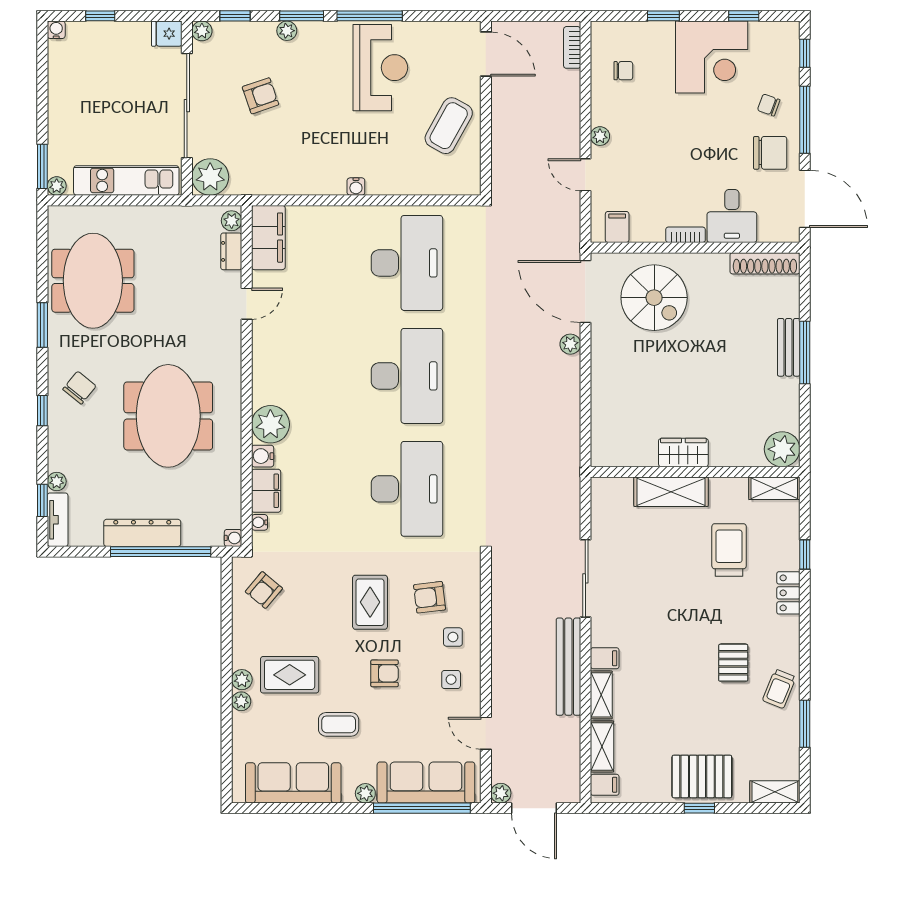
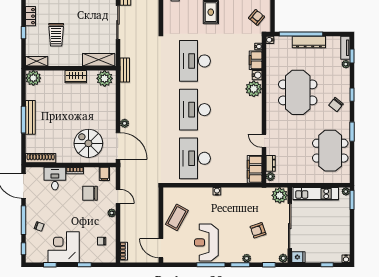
chair: (770, 153) -> (90, 193), moved
door: (247, 304) -> (264, 141), hinge flipped
bench: (789, 347) -> (30, 117), width x1.36
plant: (617, 448) -> (105, 78), added
bench: (570, 468) -> (125, 70), added
shelving: (671, 492) -> (99, 60), moved
armchair: (430, 597) -> (185, 14), removed

